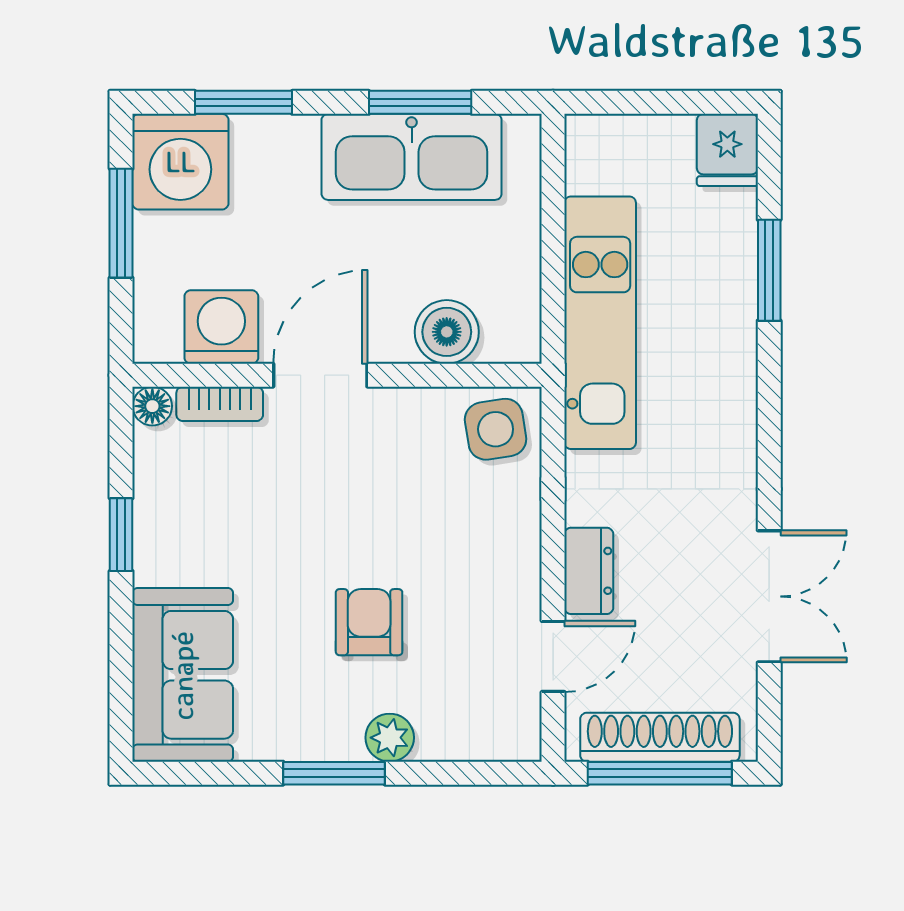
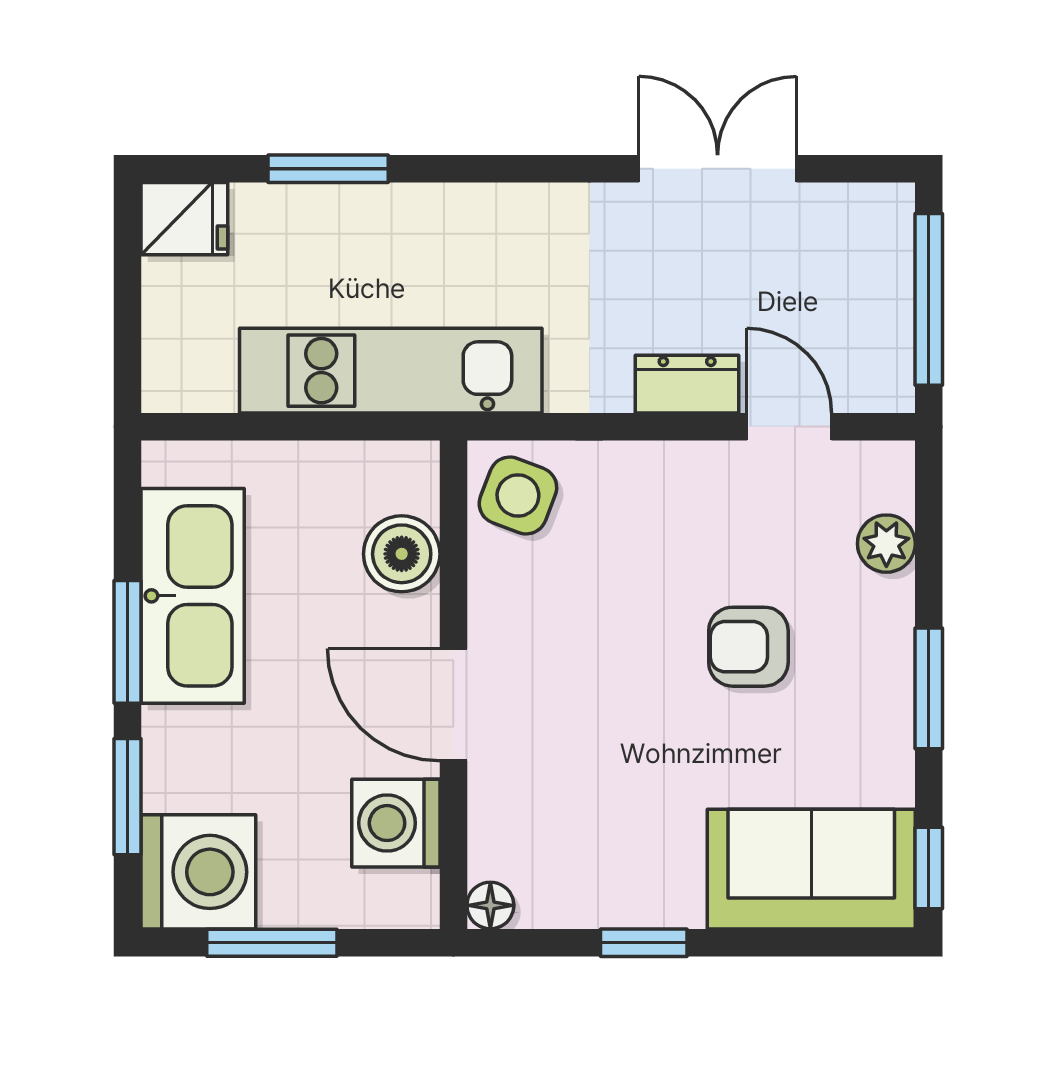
window: (420, 102) -> (128, 642), moved
bookcase: (220, 404) -> (488, 825), removed
side table: (496, 429) -> (518, 495), turned 30
shoe rack: (660, 737) -> (886, 299), removed
plant: (390, 738) -> (886, 544), moved
window: (184, 773) -> (929, 868), added

